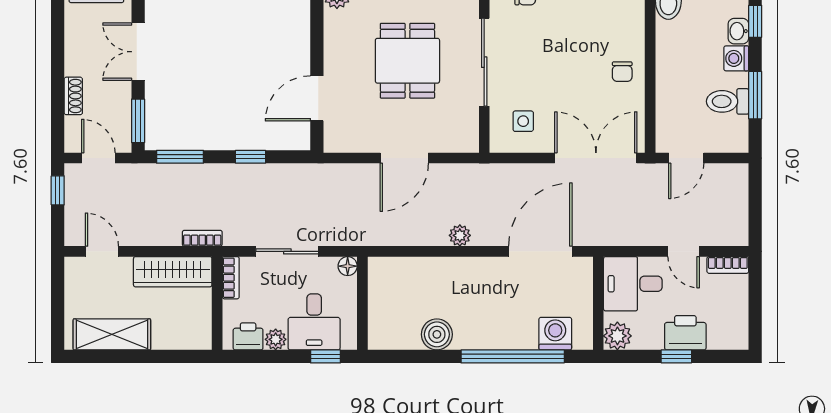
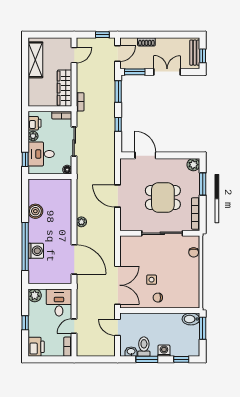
washbasin: (738, 31) -> (131, 352), moved
side table: (523, 121) -> (152, 280), moved
printer: (685, 333) -> (36, 347), moved
washing machine: (555, 334) -> (36, 251), moved

